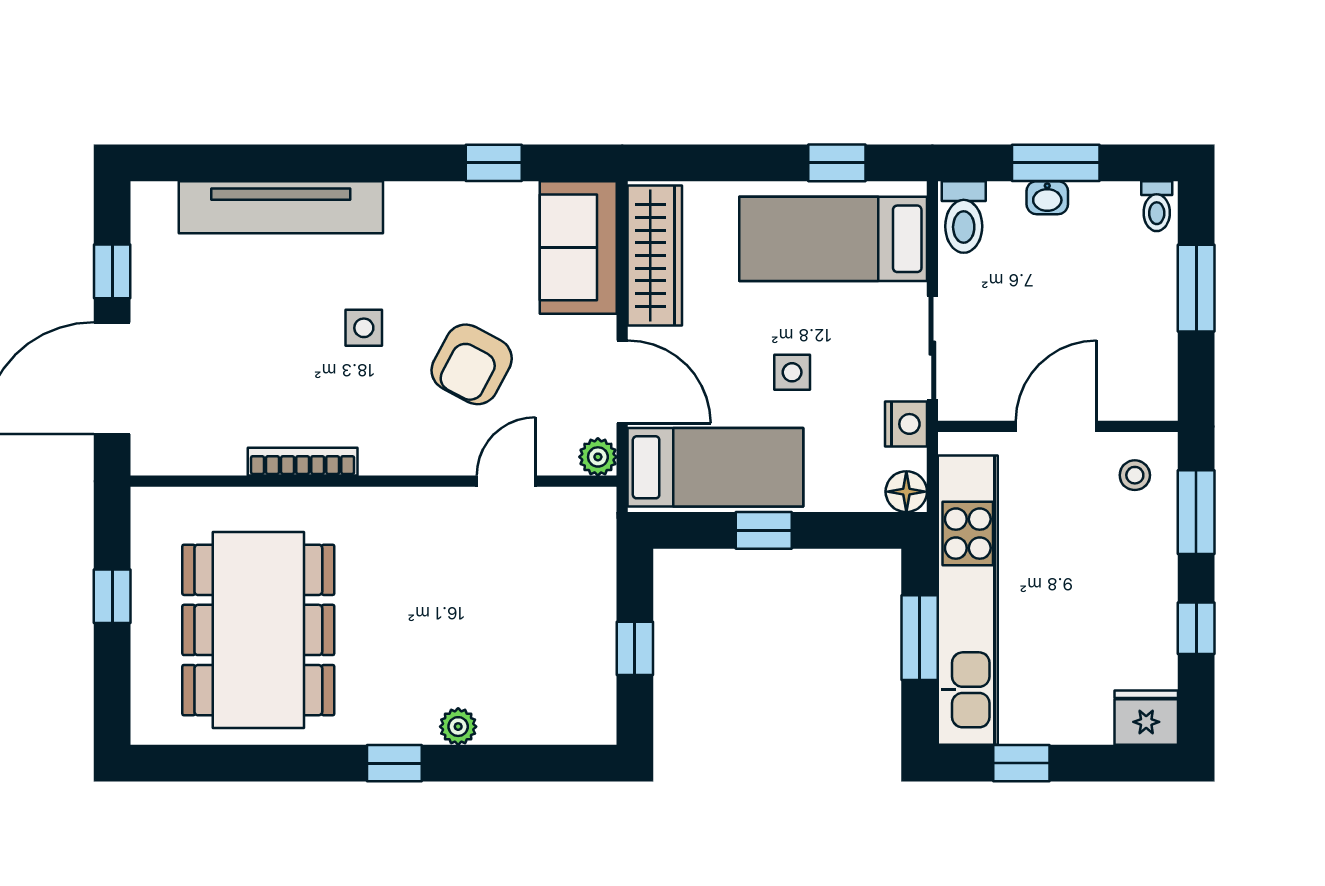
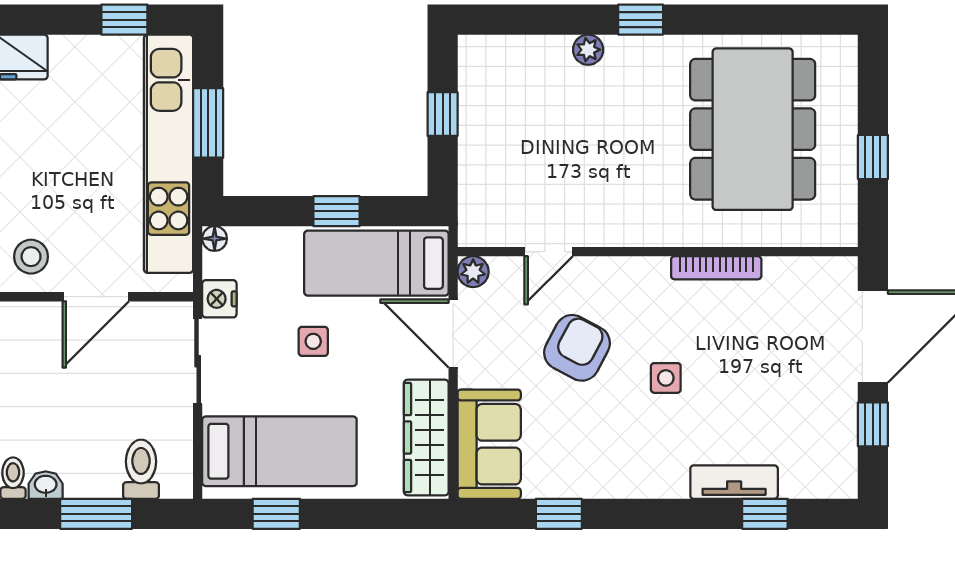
window: (243, 163) -> (765, 514), added
washbasin: (1047, 198) -> (46, 485), moved
tv unit: (281, 207) -> (734, 482), width x0.52, depth x0.78
toilet: (964, 217) -> (141, 469), moved
stool: (1135, 475) -> (31, 257), width x1.37, depth x1.37
floor lamp: (906, 492) -> (215, 239), width x0.73, depth x0.73

